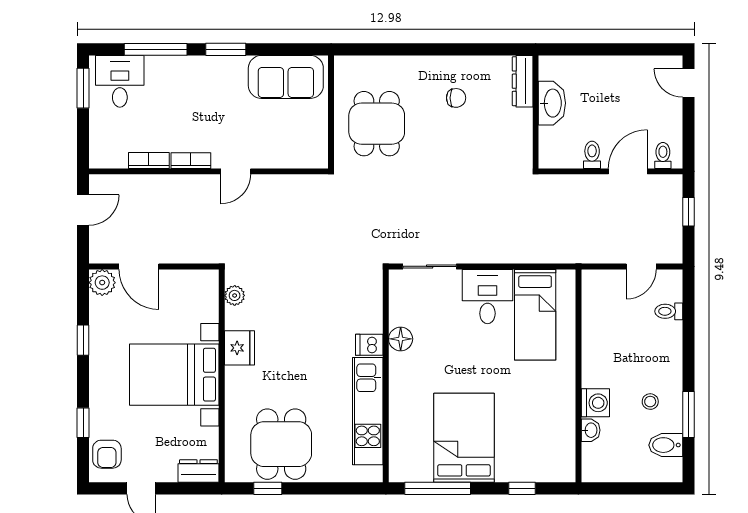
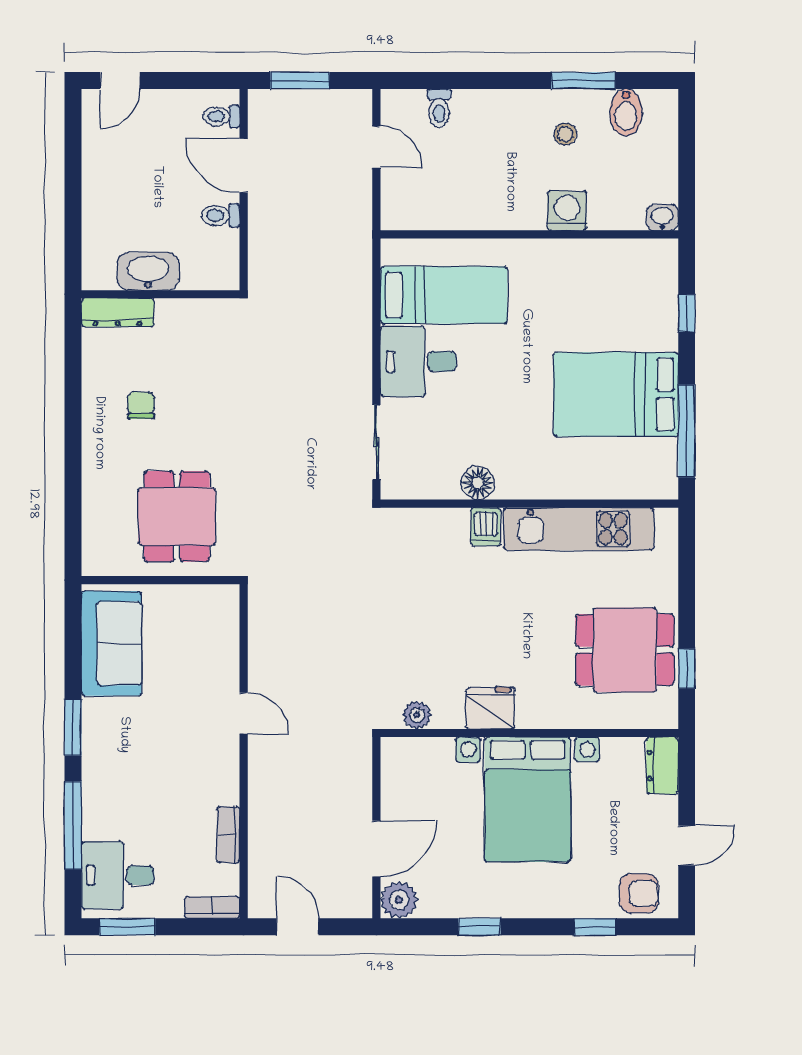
dining table: (377, 124) -> (177, 516), turned 90
bookcase: (191, 161) -> (212, 907), moved, turned 90
window: (689, 212) -> (300, 81), width x1.50
washbasin: (591, 430) -> (662, 218), moved

